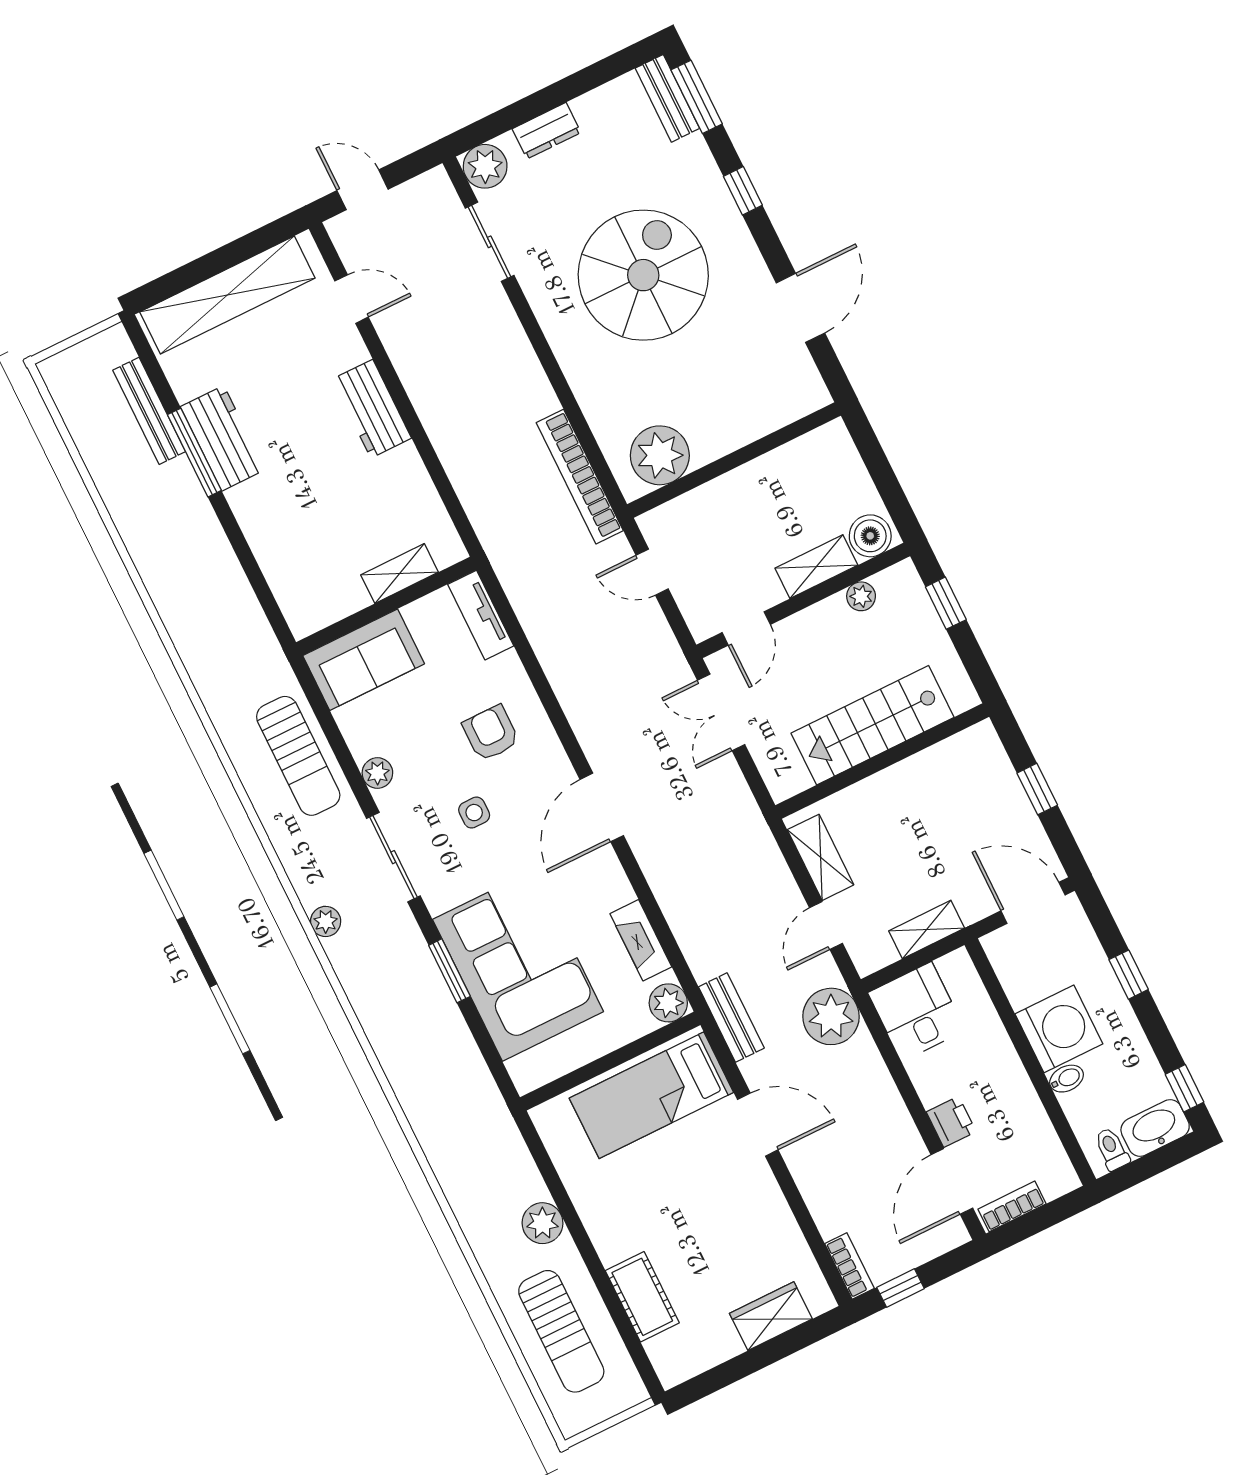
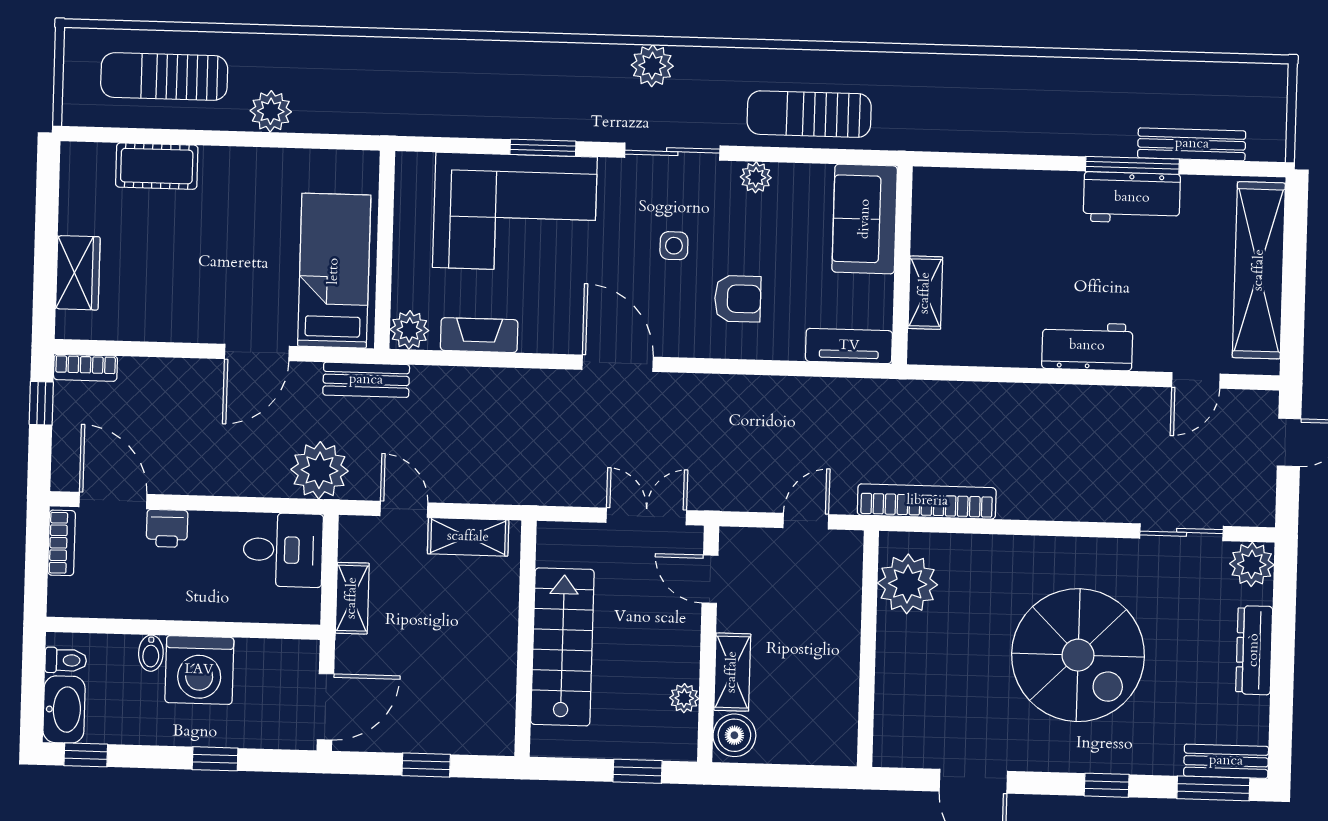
dresser: (547, 131) -> (1254, 650), width x1.44
plant: (326, 921) -> (652, 66), width x1.38, depth x1.38

